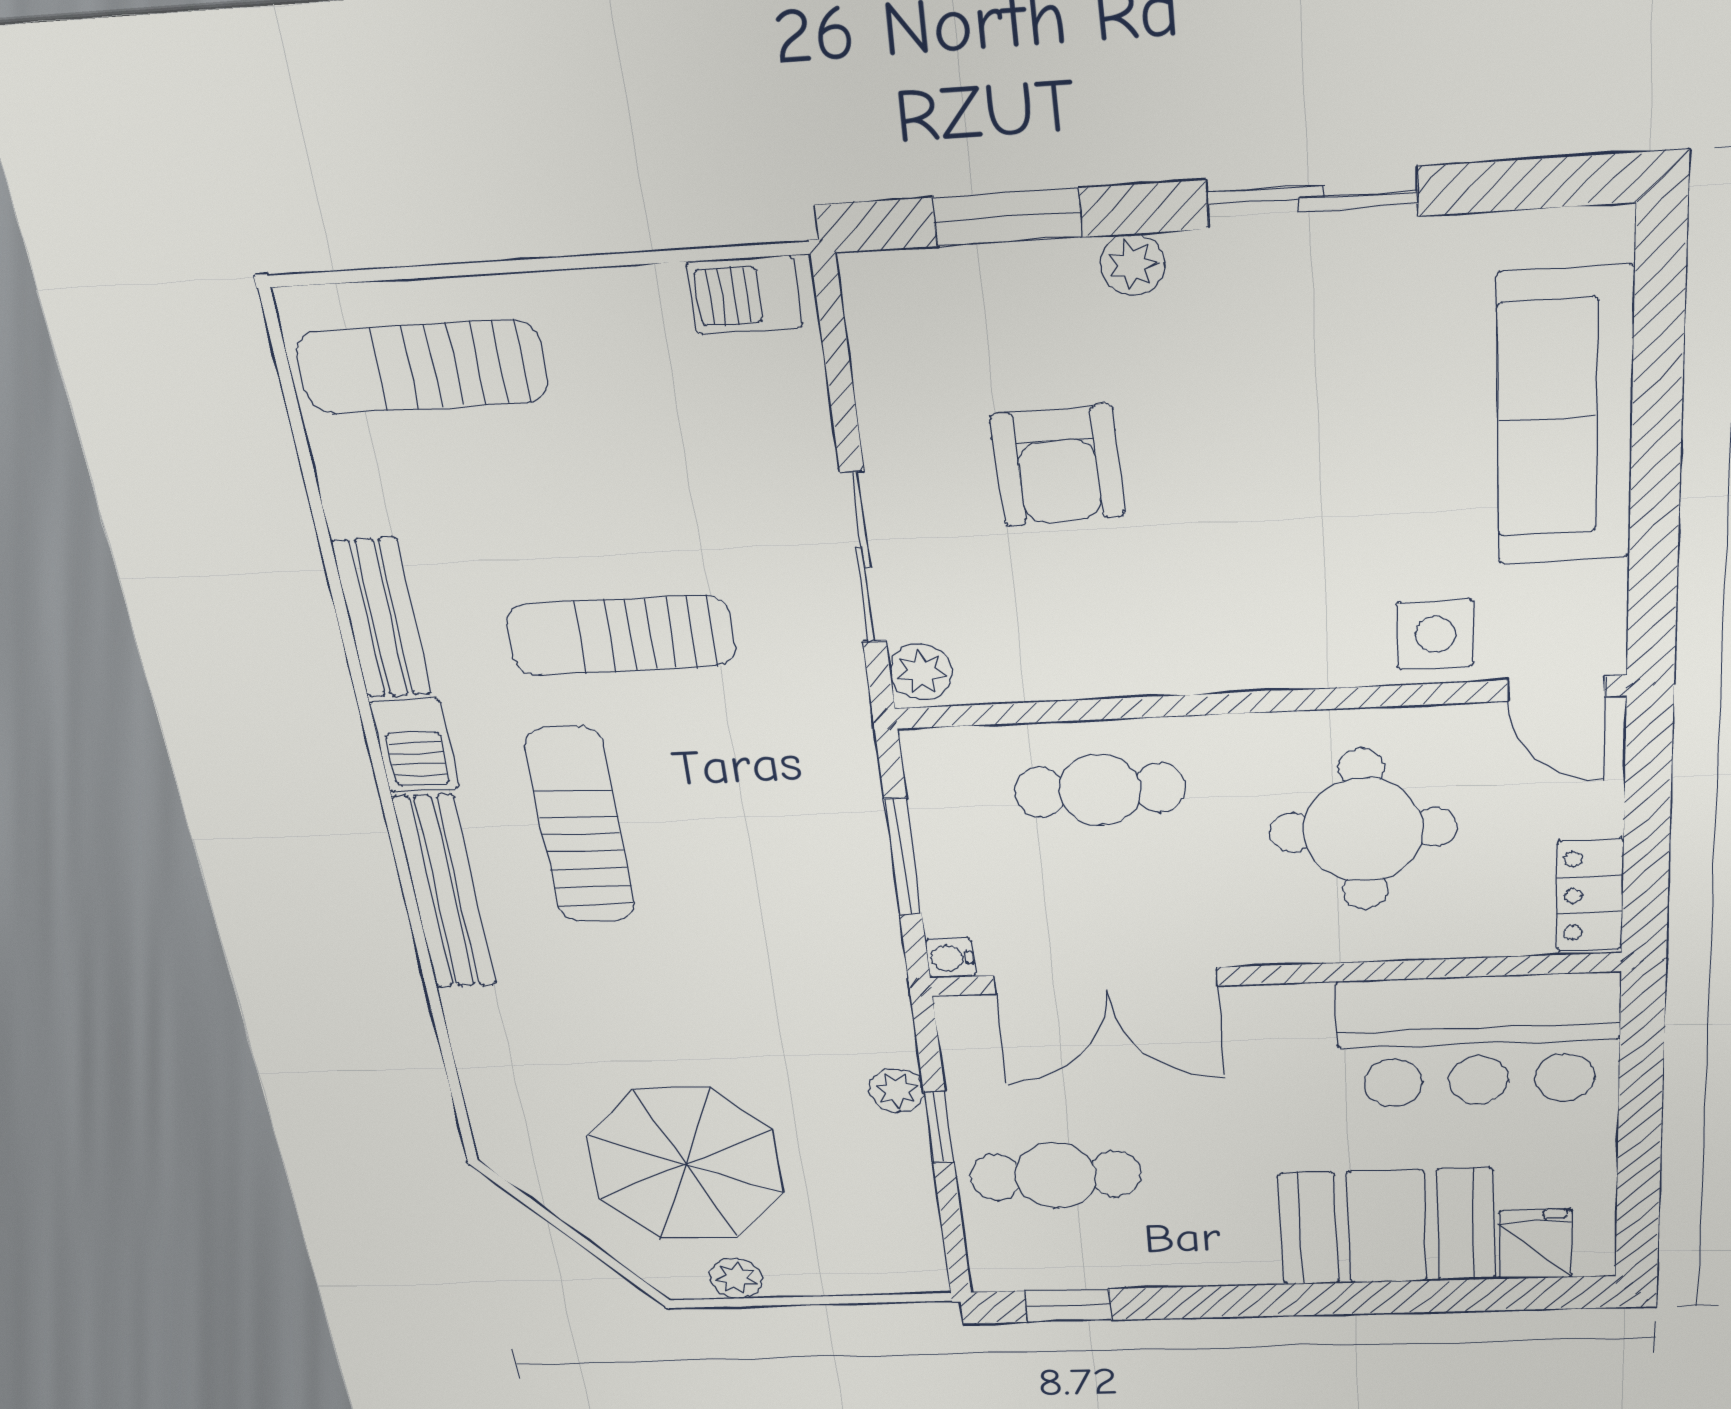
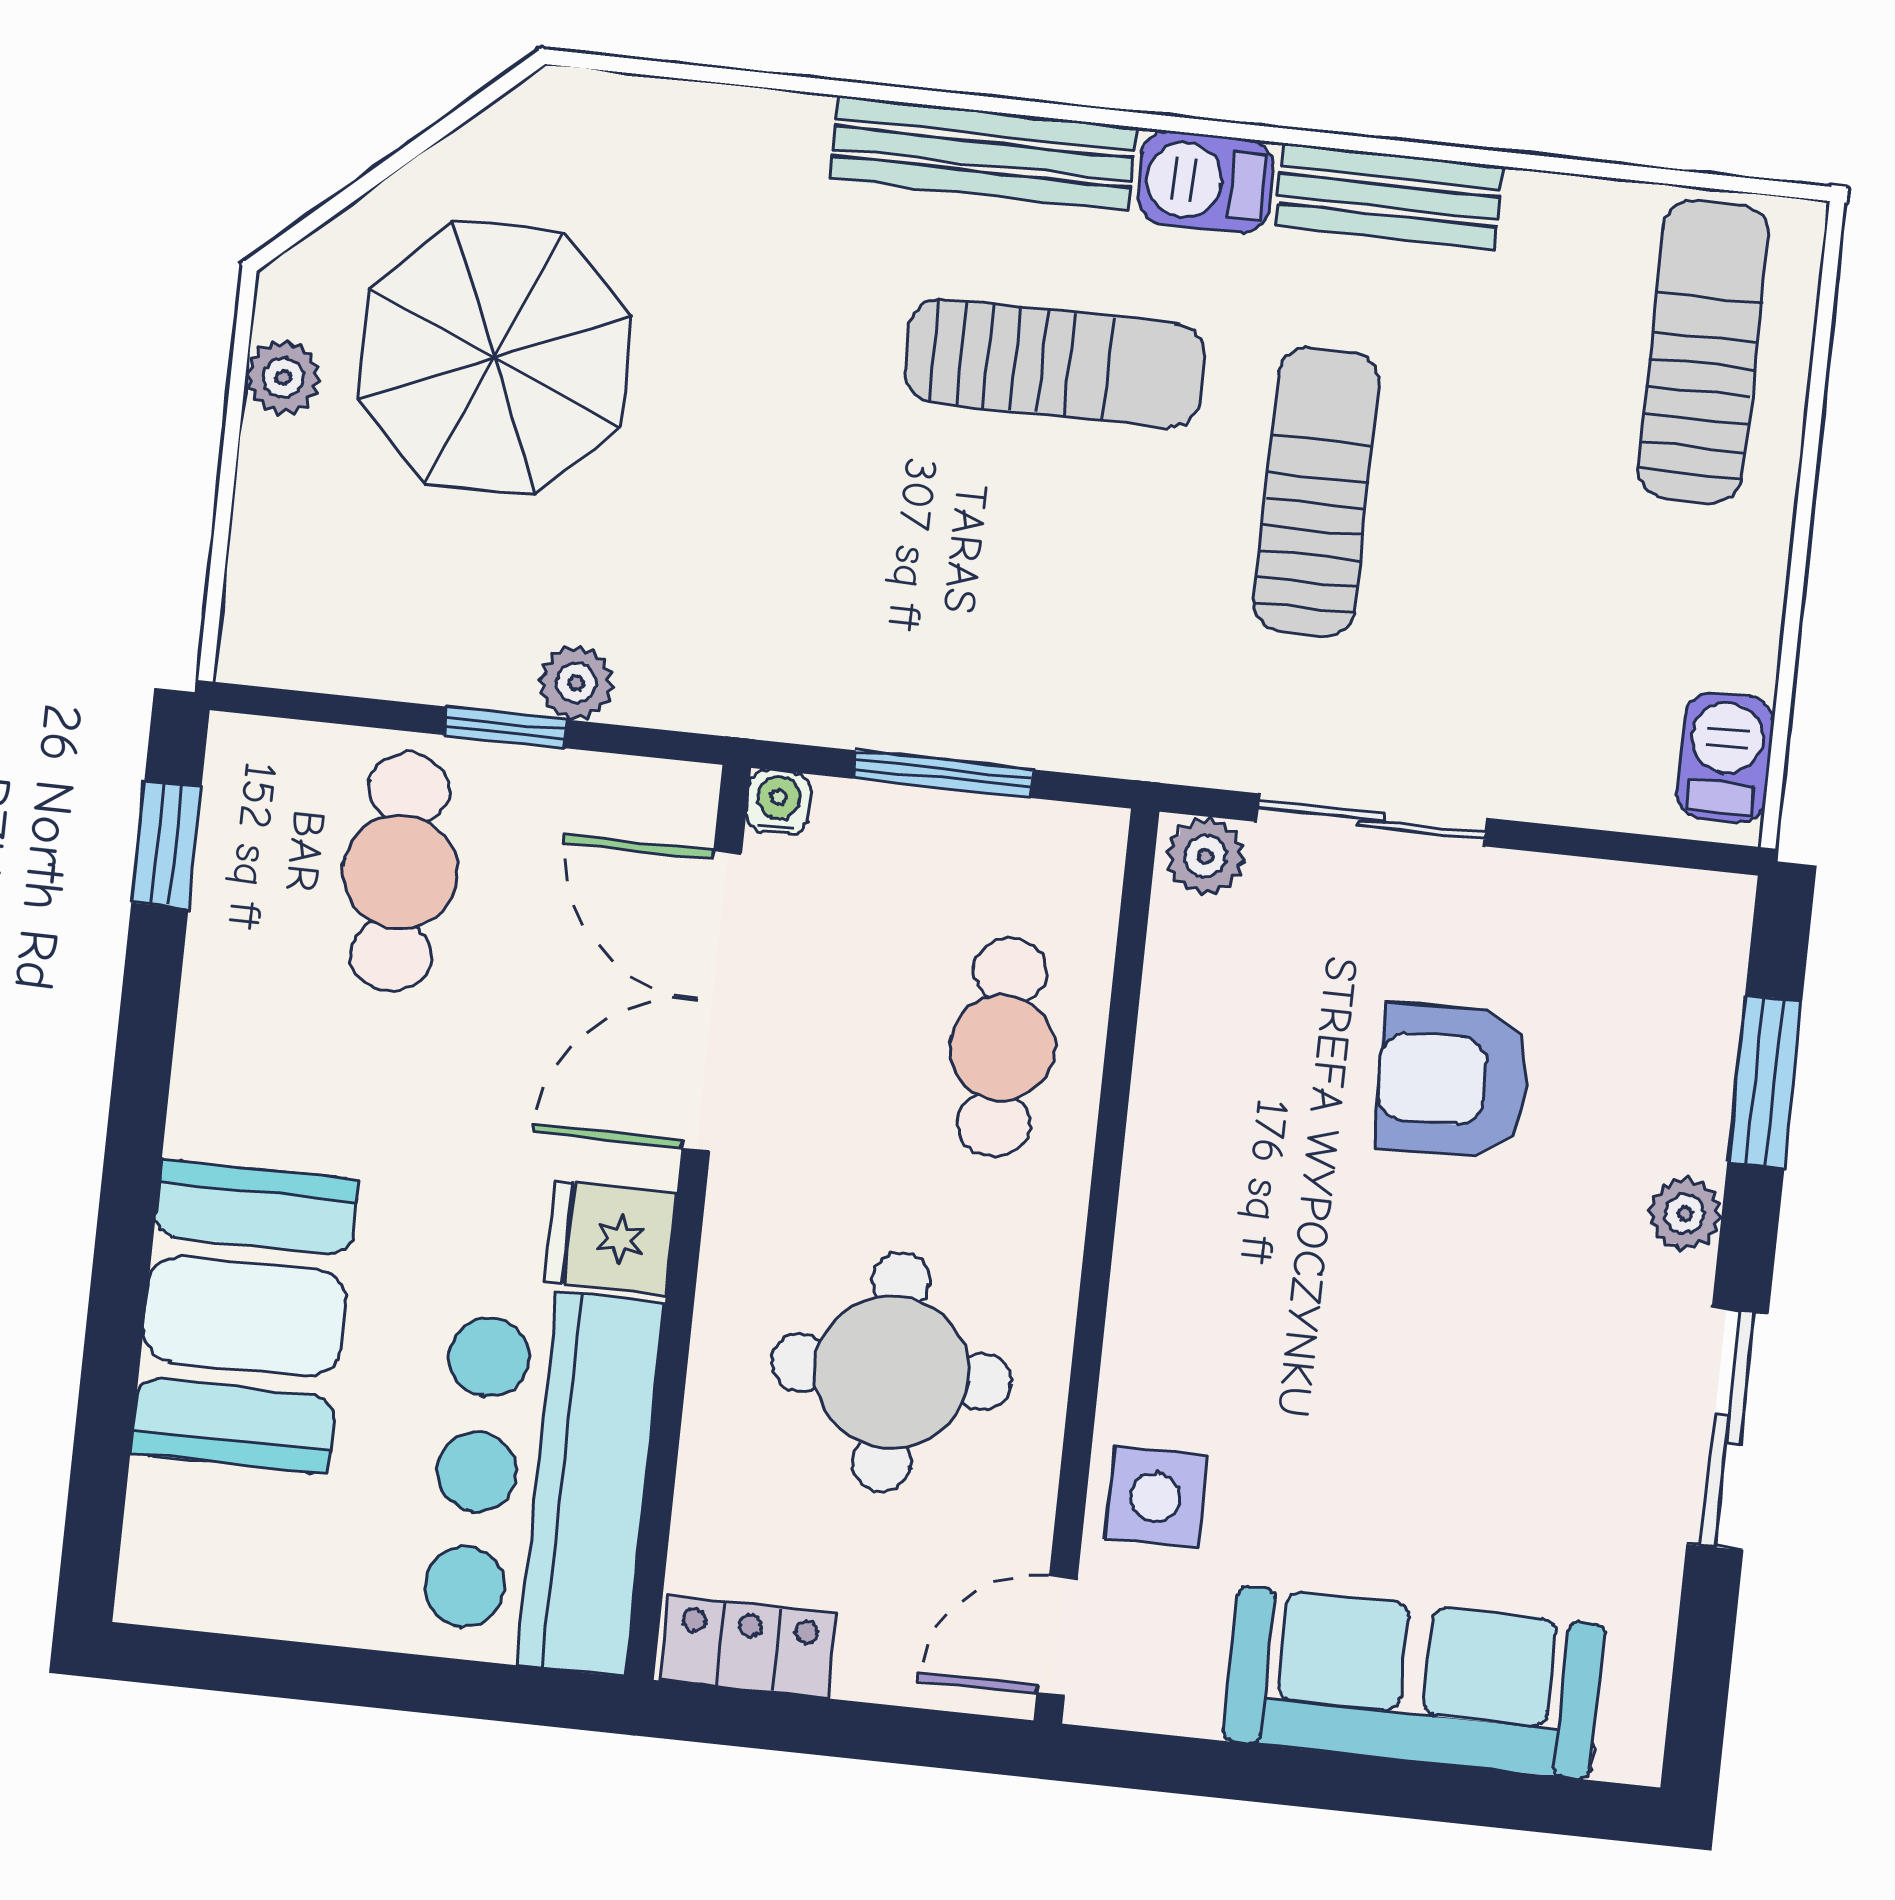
fridge: (1536, 1244) -> (611, 1238), moved, turned 180

